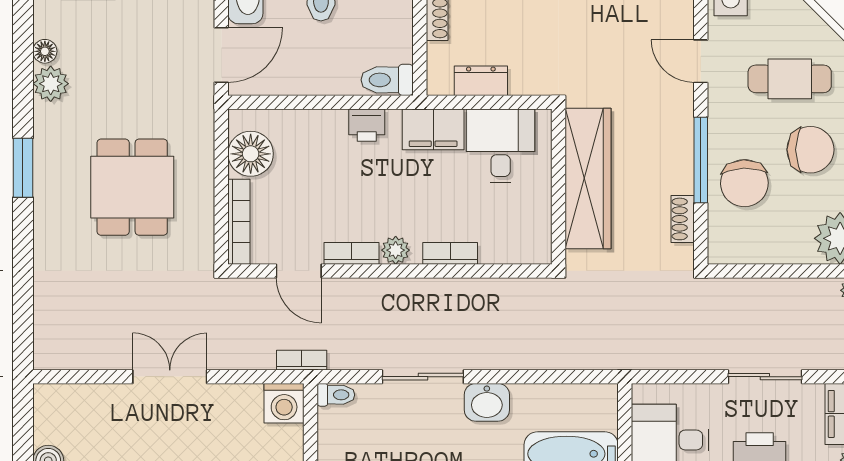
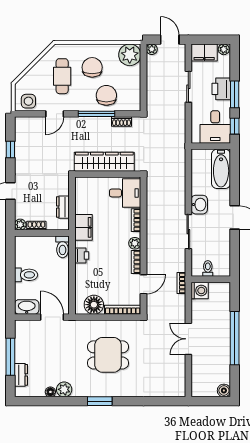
desk: (501, 146) -> (125, 193), moved, turned 180
chair: (744, 183) -> (106, 95), turned -88
toilet: (336, 395) -> (208, 269), moved

